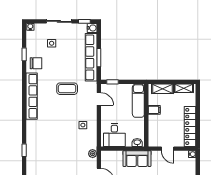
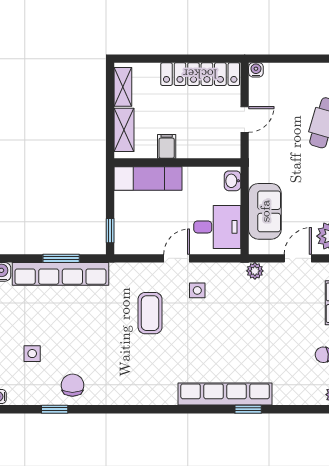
coffee table: (67, 89) -> (150, 313), moved
row of seats: (32, 96) -> (225, 394), moved
door: (99, 99) -> (177, 258), moved
sofa: (137, 159) -> (265, 211), moved

